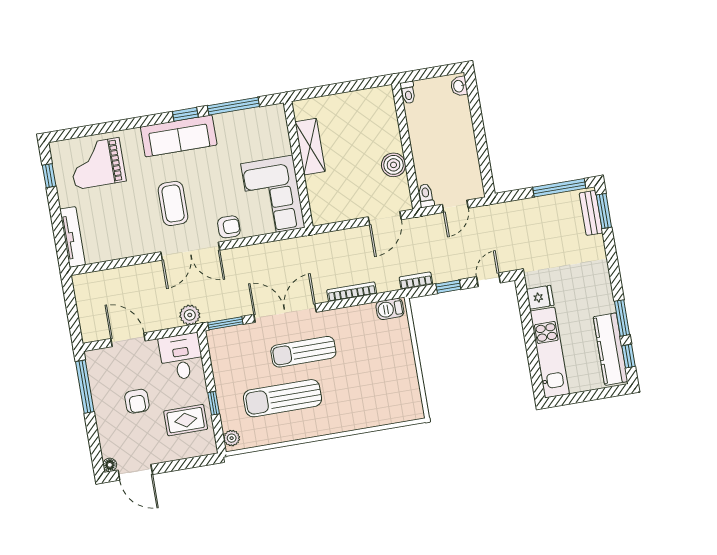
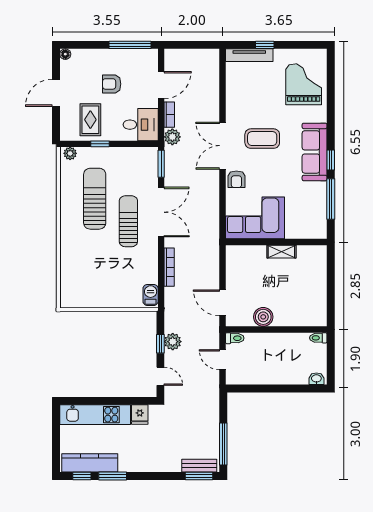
shelving: (310, 147) -> (281, 252), width x0.67, depth x0.75
window: (49, 176) -> (265, 45), moved
plant: (443, 272) -> (173, 342), added
bookcase: (416, 281) -> (169, 115), moved
door: (135, 472) -> (56, 93), moved

